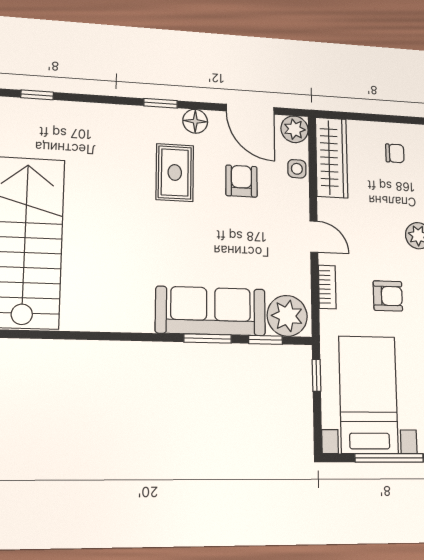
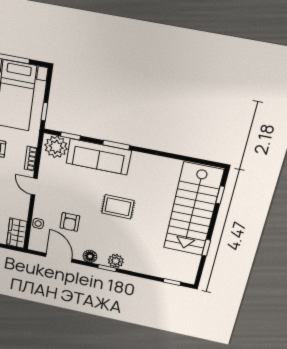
plant: (295, 129) -> (116, 261), moved
wardrobe: (332, 158) -> (17, 233), width x0.67
rug: (175, 172) -> (118, 207), moved, turned 90
window: (208, 339) -> (116, 145), moved

